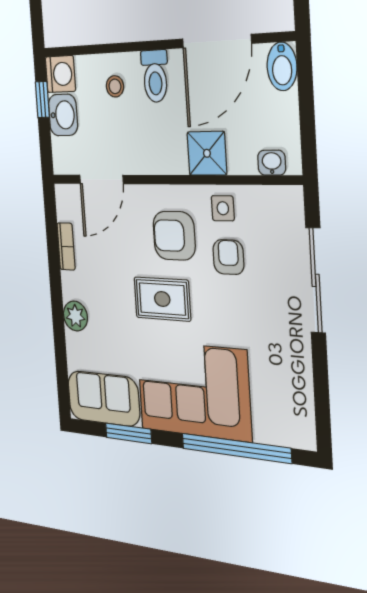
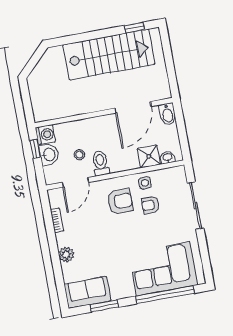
toilet: (155, 76) -> (100, 163), moved, turned 180
stool: (115, 86) -> (79, 155), moved
shower: (207, 153) -> (149, 156), moved
armchair: (174, 236) -> (120, 201), turned 180
armchair: (228, 257) -> (150, 205), turned -90
rug: (162, 299) -> (117, 233), removed
corner sofa: (193, 390) -> (163, 269), moved

